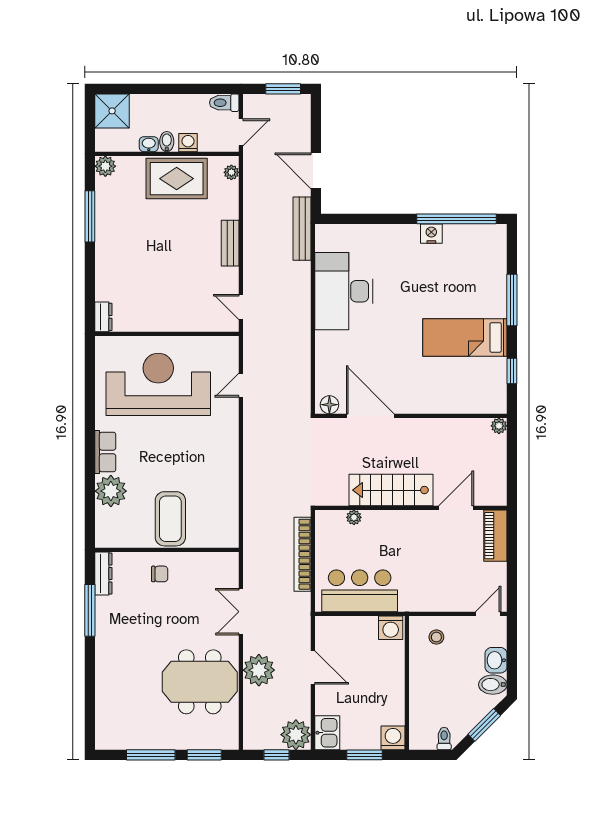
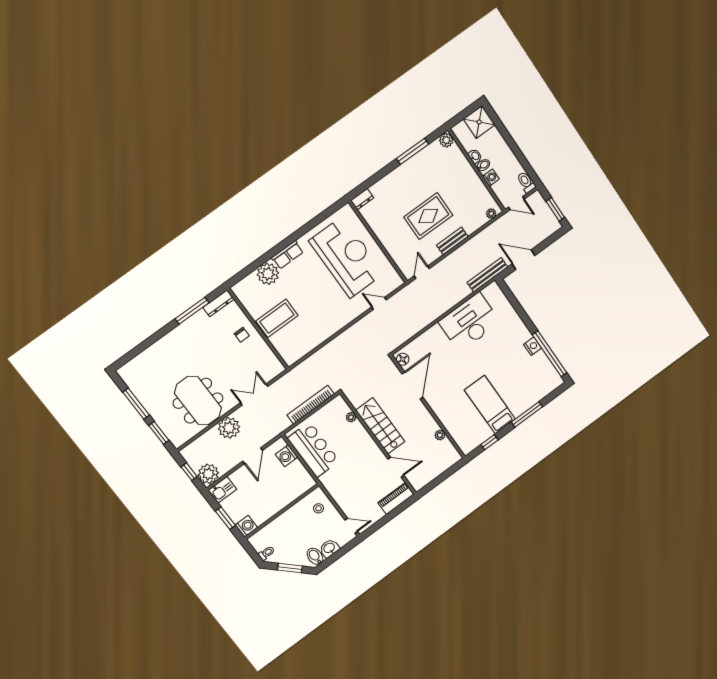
door: (316, 171) -> (524, 260), hinge flipped
rug: (177, 179) -> (428, 216), moved, turned 90
plant: (499, 426) -> (440, 435), moved
washing machine: (391, 628) -> (287, 456), moved

